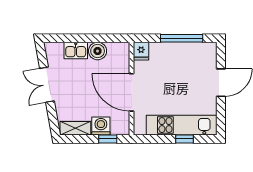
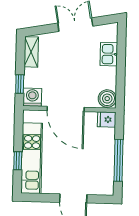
boiler: (98, 51) -> (107, 99), moved
door: (132, 92) -> (66, 109), swing flipped
washing machine: (101, 126) -> (32, 97), moved, turned -90

